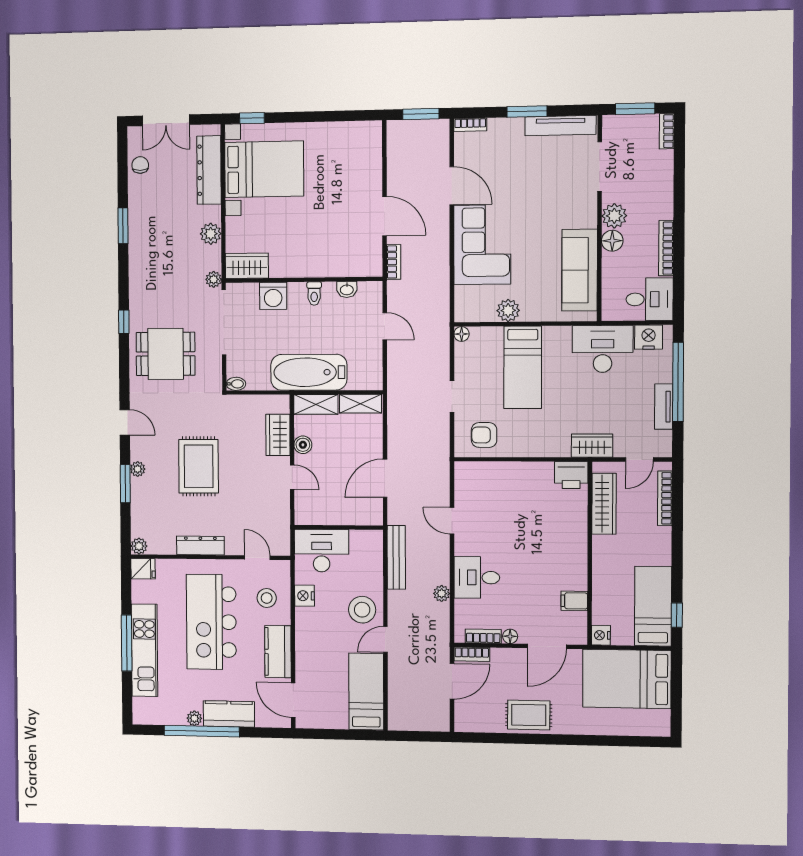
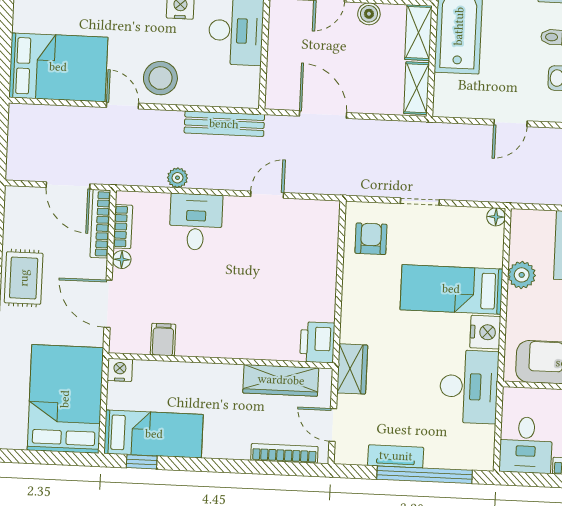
nightstand: (649, 337) -> (485, 332), moved
bookcase: (472, 654) -> (100, 224), width x1.56
bed: (366, 692) -> (58, 67), width x1.50

